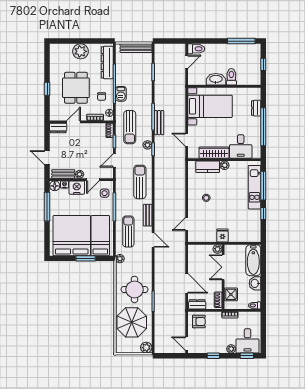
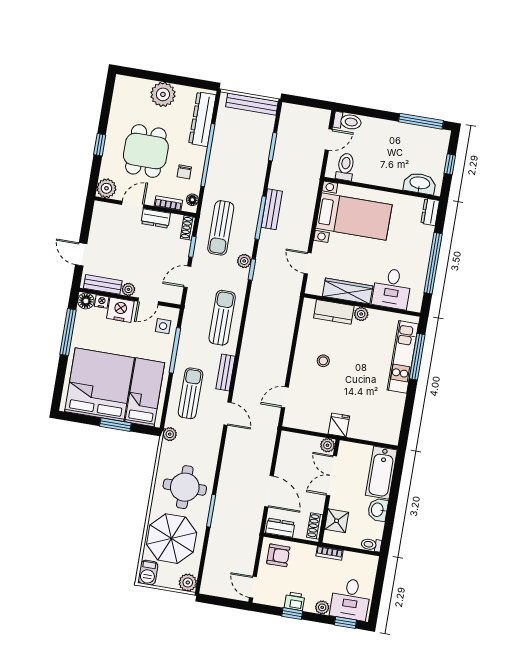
toilet: (231, 77) -> (345, 167), moved
washbasin: (216, 79) -> (420, 183), moved
barbecue: (121, 94) -> (148, 573), moved
dresser: (256, 108) -> (430, 212), moved
plant: (56, 115) -> (106, 188), added
bench: (159, 123) -> (272, 209), moved
dresser: (58, 128) -> (156, 218), moved
window: (263, 214) -> (410, 401), removed
printer: (214, 348) -> (295, 601), added

